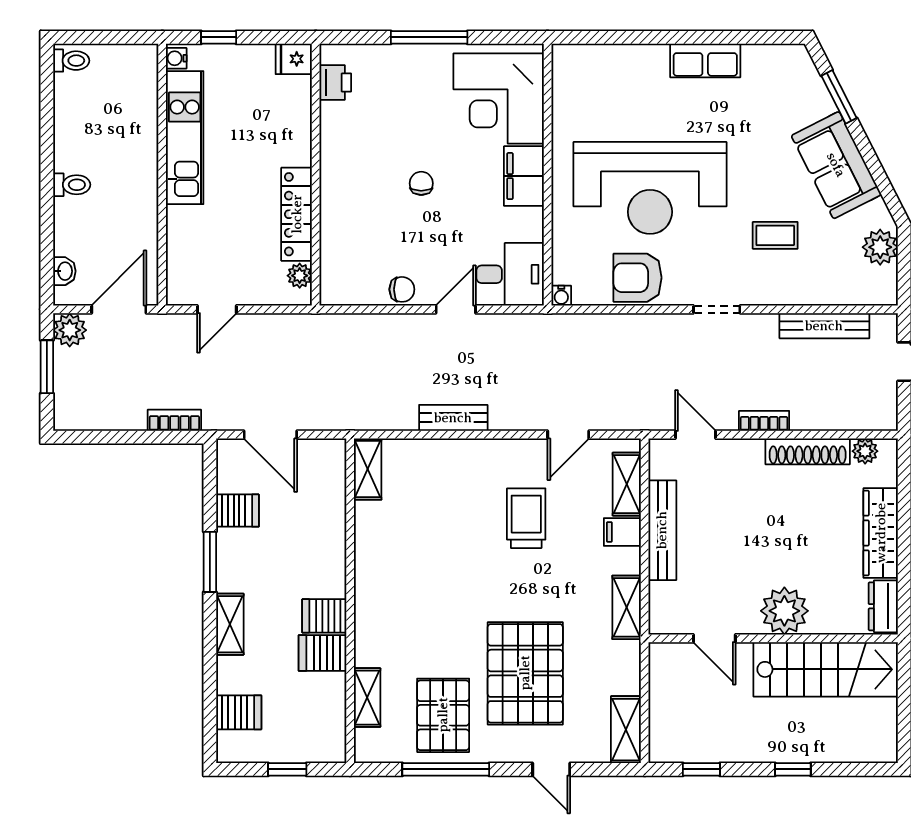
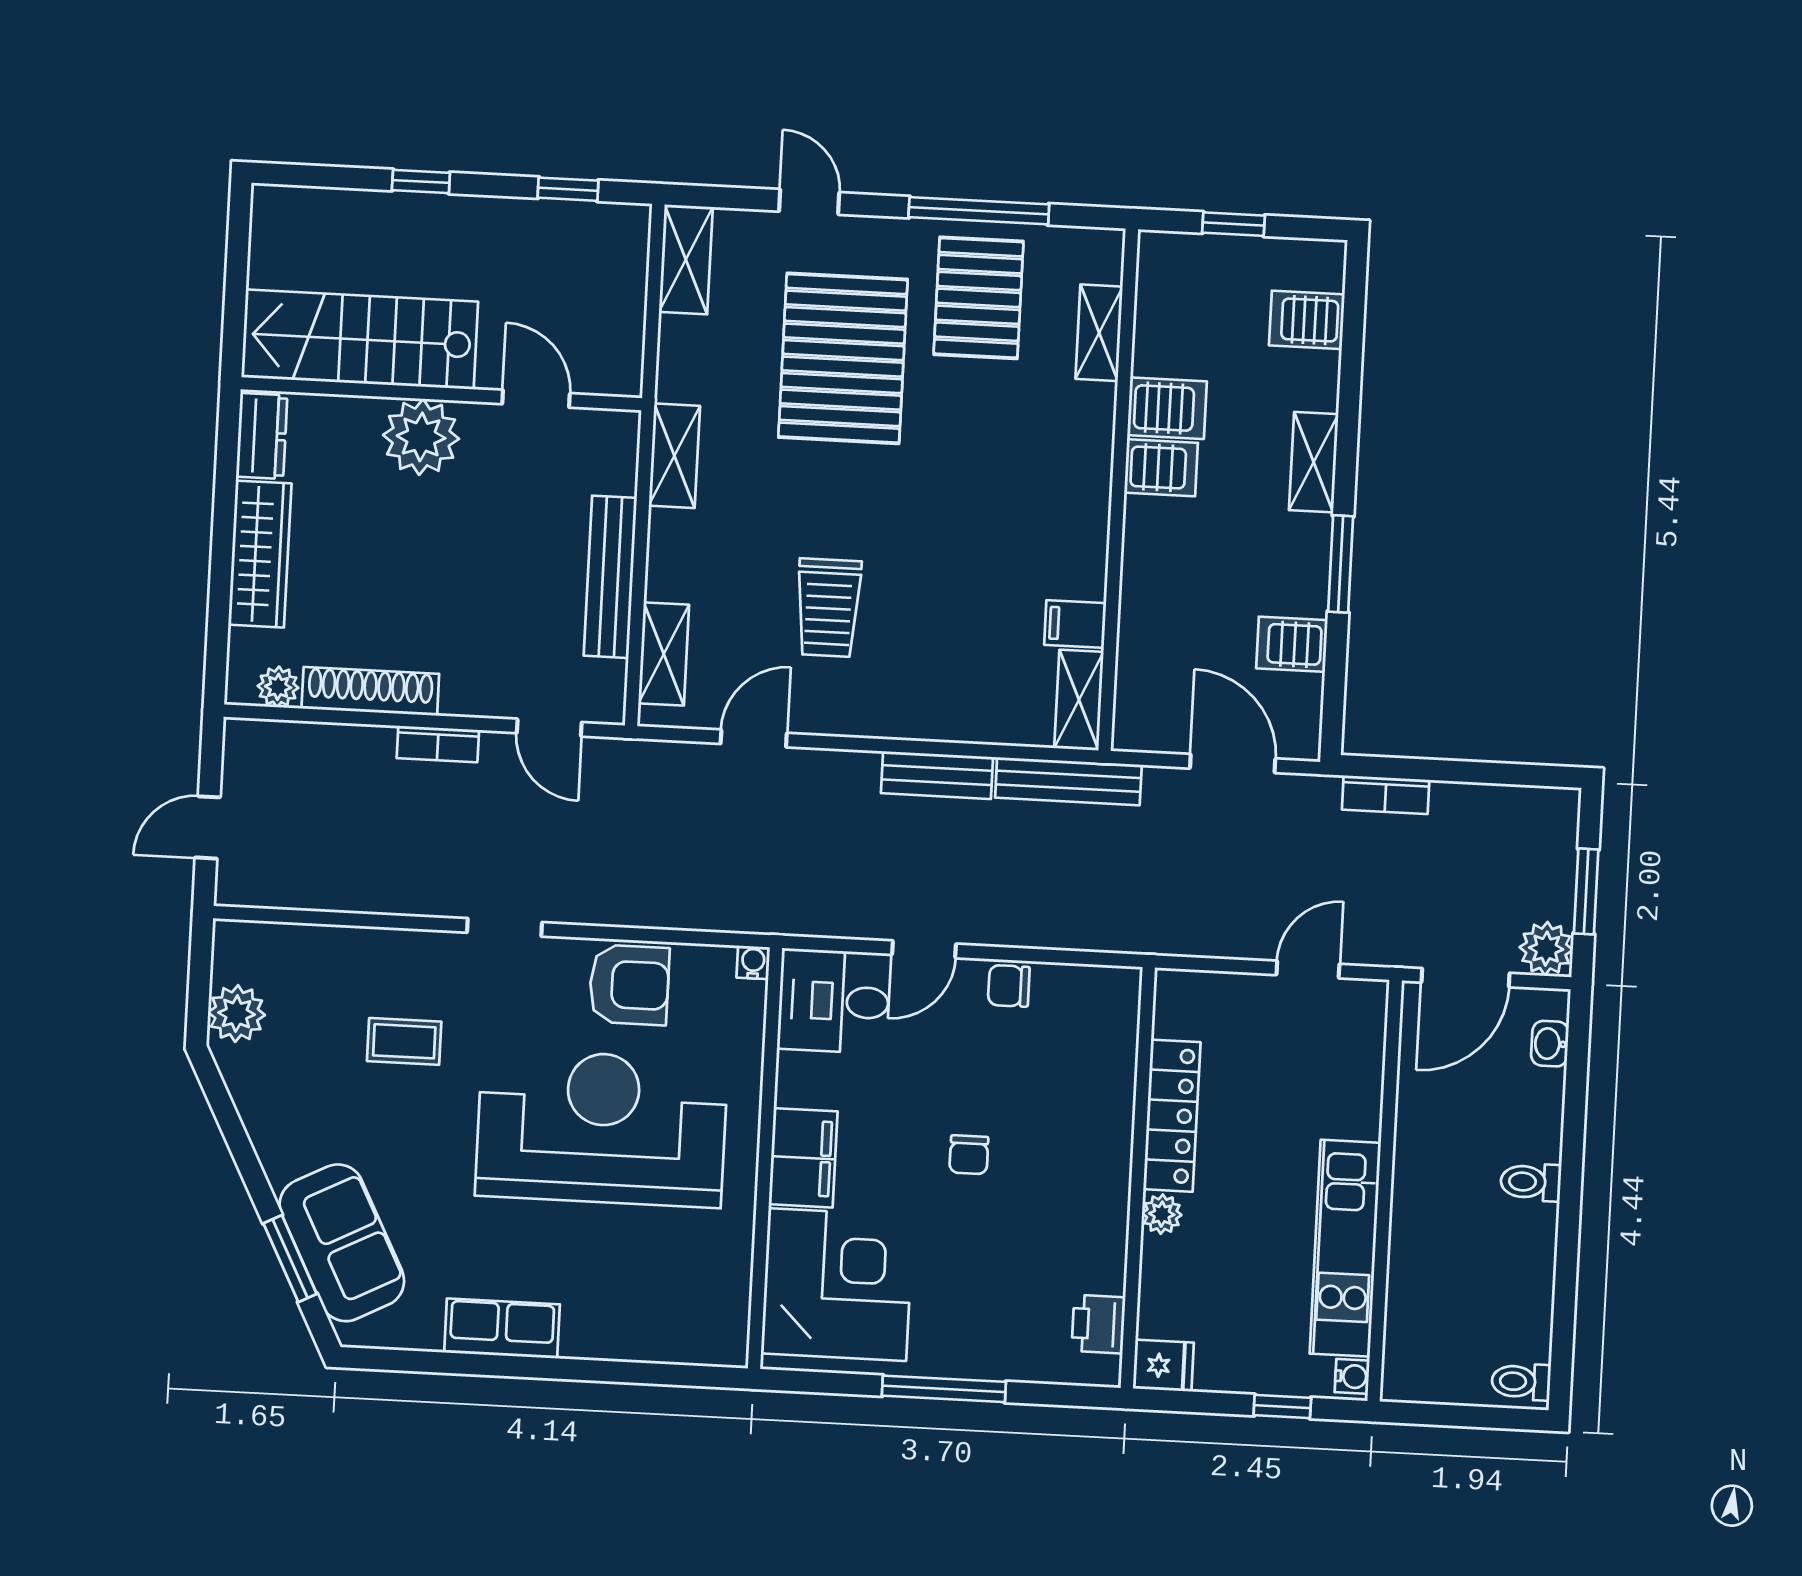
sofa: (836, 165) -> (342, 1243), moved
plant: (300, 276) -> (1162, 1214), moved
bench: (824, 326) -> (1068, 781), moved
filing cabinet: (622, 532) -> (1075, 624), moved, turned 180

